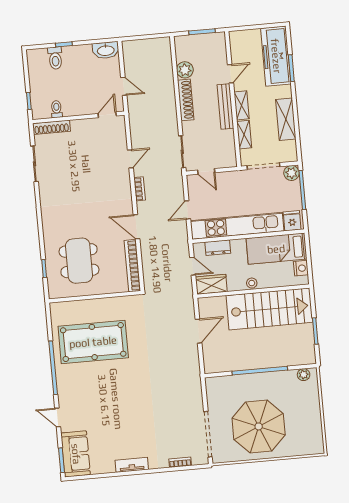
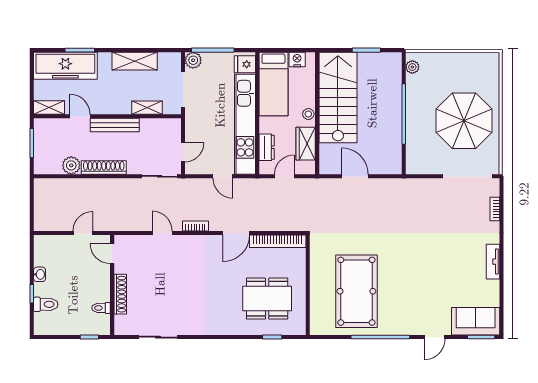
washbasin: (106, 50) -> (40, 274), moved, width x0.52, depth x0.69
shelving: (242, 105) -> (49, 108), moved
shoe rack: (51, 127) -> (120, 294), moved
wardrobe: (211, 284) -> (306, 144), moved

